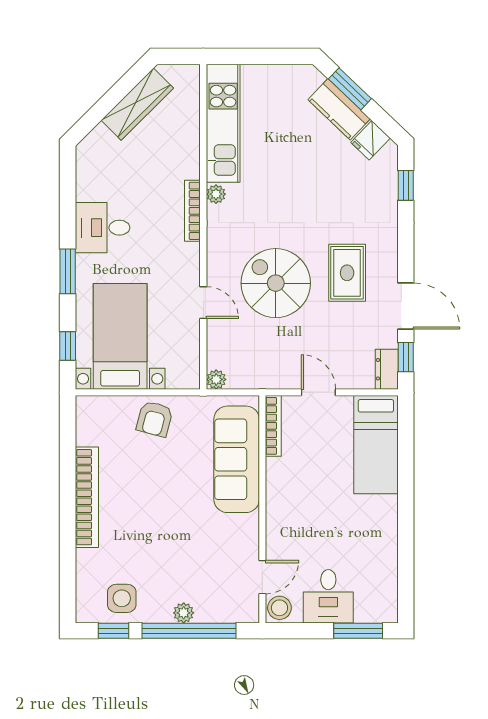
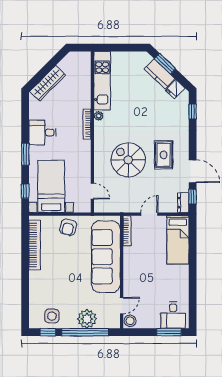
wardrobe: (137, 104) -> (48, 83), moved
door: (203, 303) -> (92, 191), moved
plant: (216, 379) -> (99, 208), removed
door: (318, 392) -> (149, 214), hinge flipped
sofa: (237, 459) -> (106, 257), width x1.36, depth x1.27
bookcase: (87, 497) -> (35, 245), moved
desk: (328, 596) -> (173, 315), moved
plant: (184, 613) -> (87, 319), width x1.87, depth x1.87

